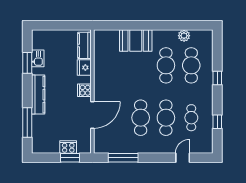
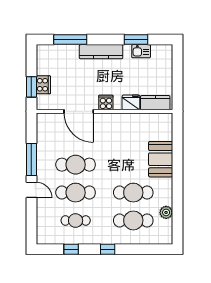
window: (217, 78) -> (108, 249), moved
window: (123, 158) -> (31, 160), moved
door: (183, 158) -> (31, 190), moved

